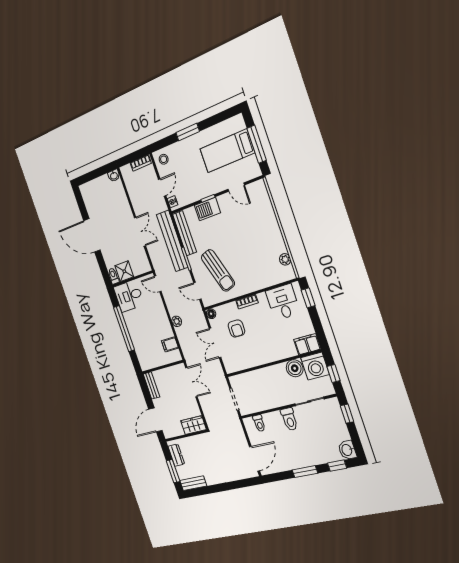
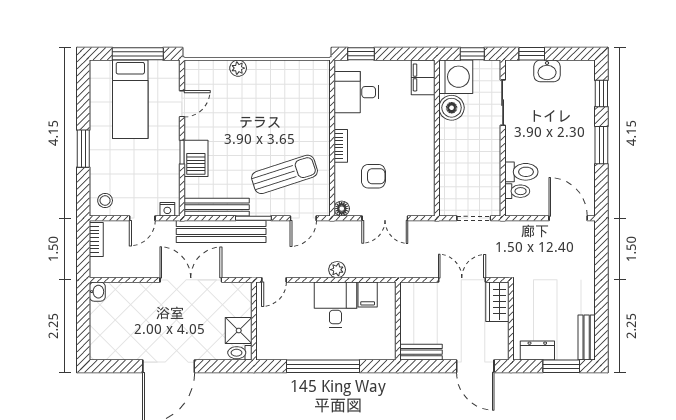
door: (162, 188) -> (142, 218), swing flipped
double door: (140, 232) -> (191, 280), width x1.37
plant: (285, 259) -> (238, 68), moved
desk: (129, 296) -> (335, 305), moved, turned 180
double door: (191, 382) -> (462, 280), moved
toilet: (289, 419) -> (521, 172), moved
washbasin: (347, 450) -> (547, 71), moved

